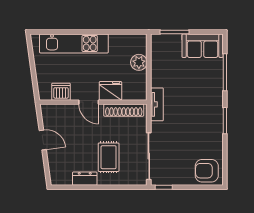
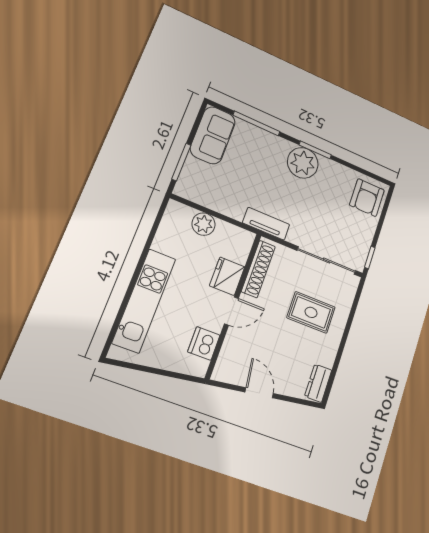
plant: (211, 115) -> (303, 163), added
door: (43, 140) -> (259, 393), hinge flipped
dresser: (85, 179) -> (318, 383), moved

